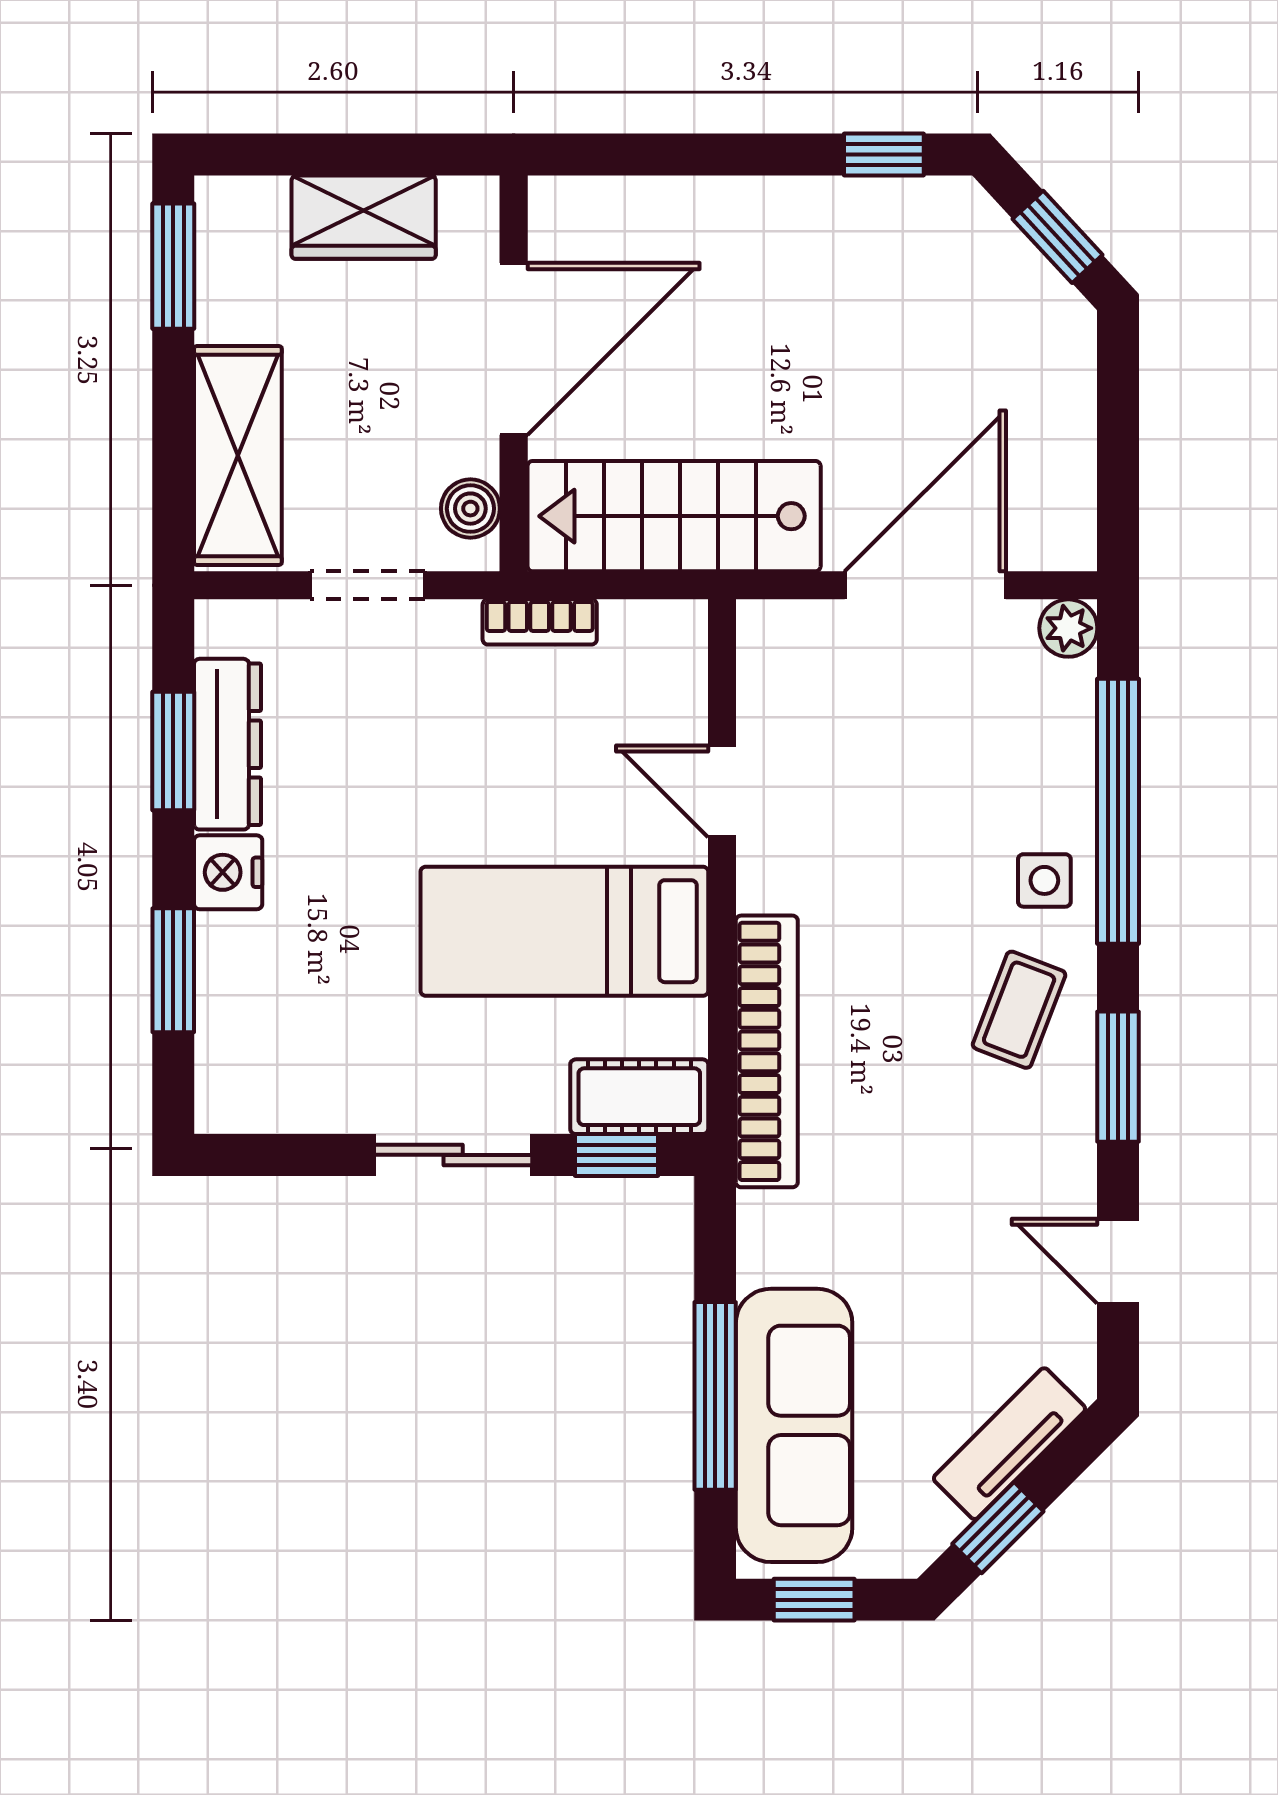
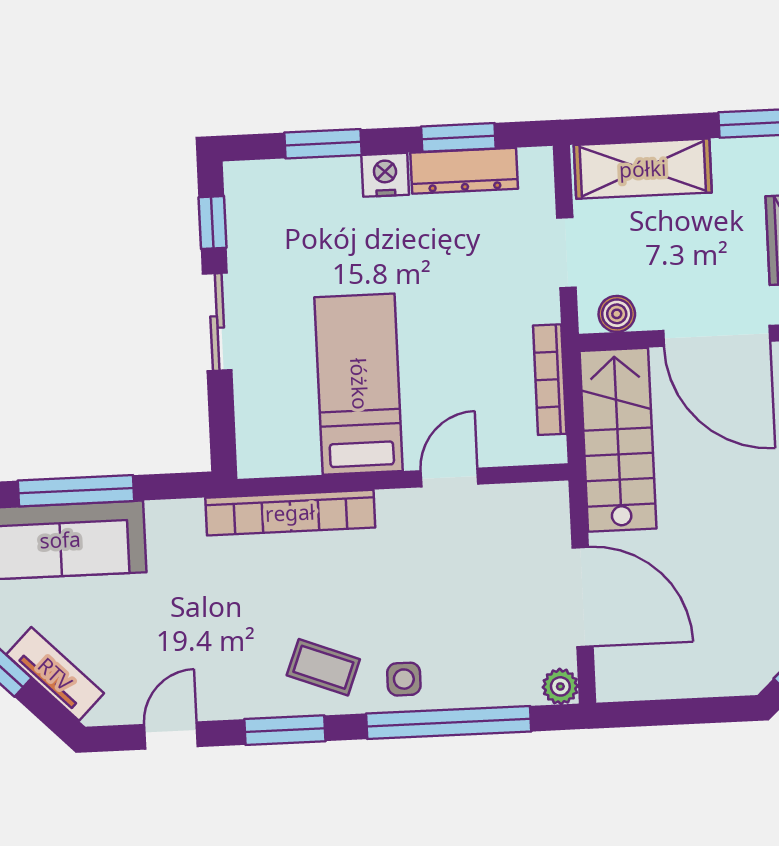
bookcase: (540, 622) -> (550, 380), width x1.56
cot: (639, 1097) -> (259, 435), removed
window: (617, 1155) -> (212, 223), moved

